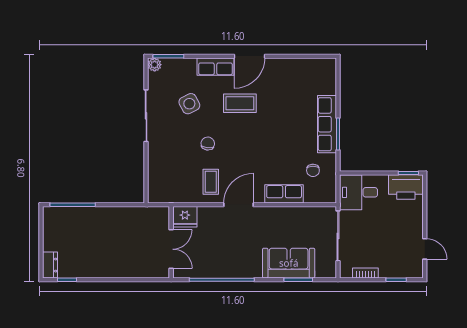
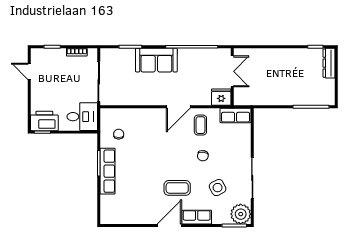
plant: (155, 65) -> (241, 214), width x1.88, depth x1.88
row of seats: (284, 194) -> (236, 115), moved
double door: (171, 249) -> (232, 71), swing flipped
sofa: (289, 263) -> (156, 60), moved
dresser: (50, 265) -> (329, 63), width x1.44

